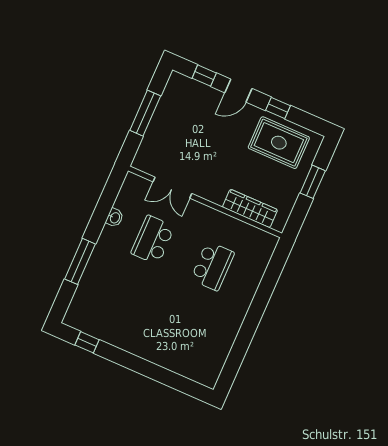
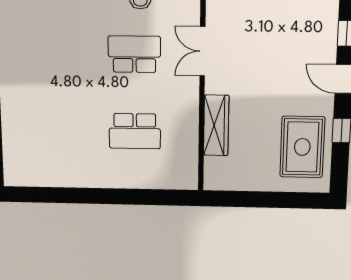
window: (313, 182) -> (274, 200), removed
wardrobe: (250, 208) -> (216, 125), moved

